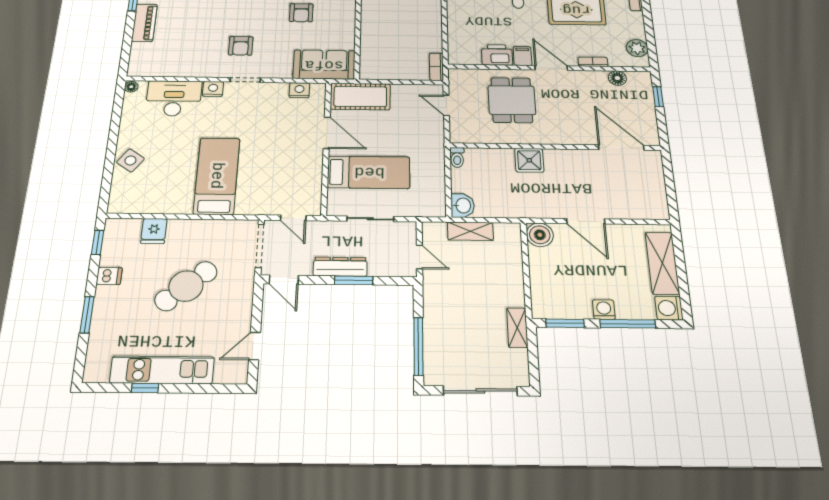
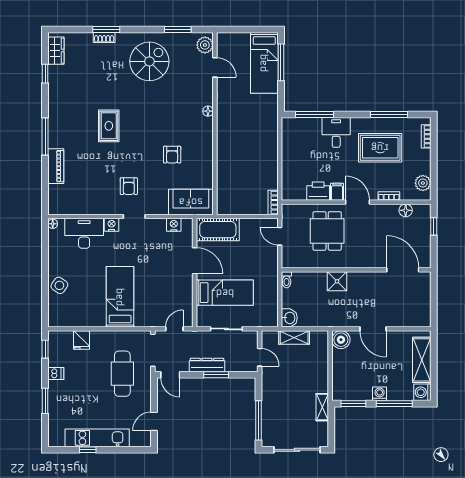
door: (293, 218) -> (174, 329), swing flipped
cafe table: (186, 286) -> (122, 374), moved, turned -49

